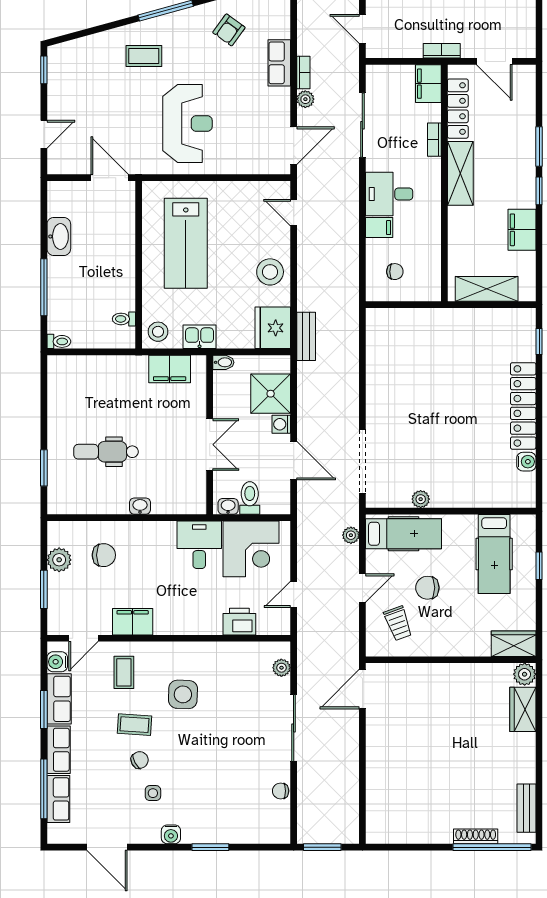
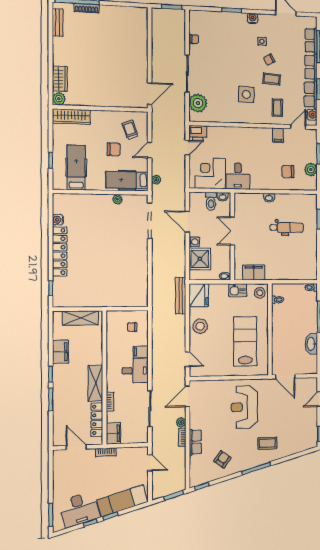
bench: (306, 336) -> (181, 296), width x1.36
filing cabinet: (133, 622) -> (278, 135), width x0.50
printer: (239, 622) -> (198, 133), moved
wardrobe: (514, 644) -> (71, 117), width x1.50
plant: (281, 668) -> (198, 103), width x1.88, depth x1.88

